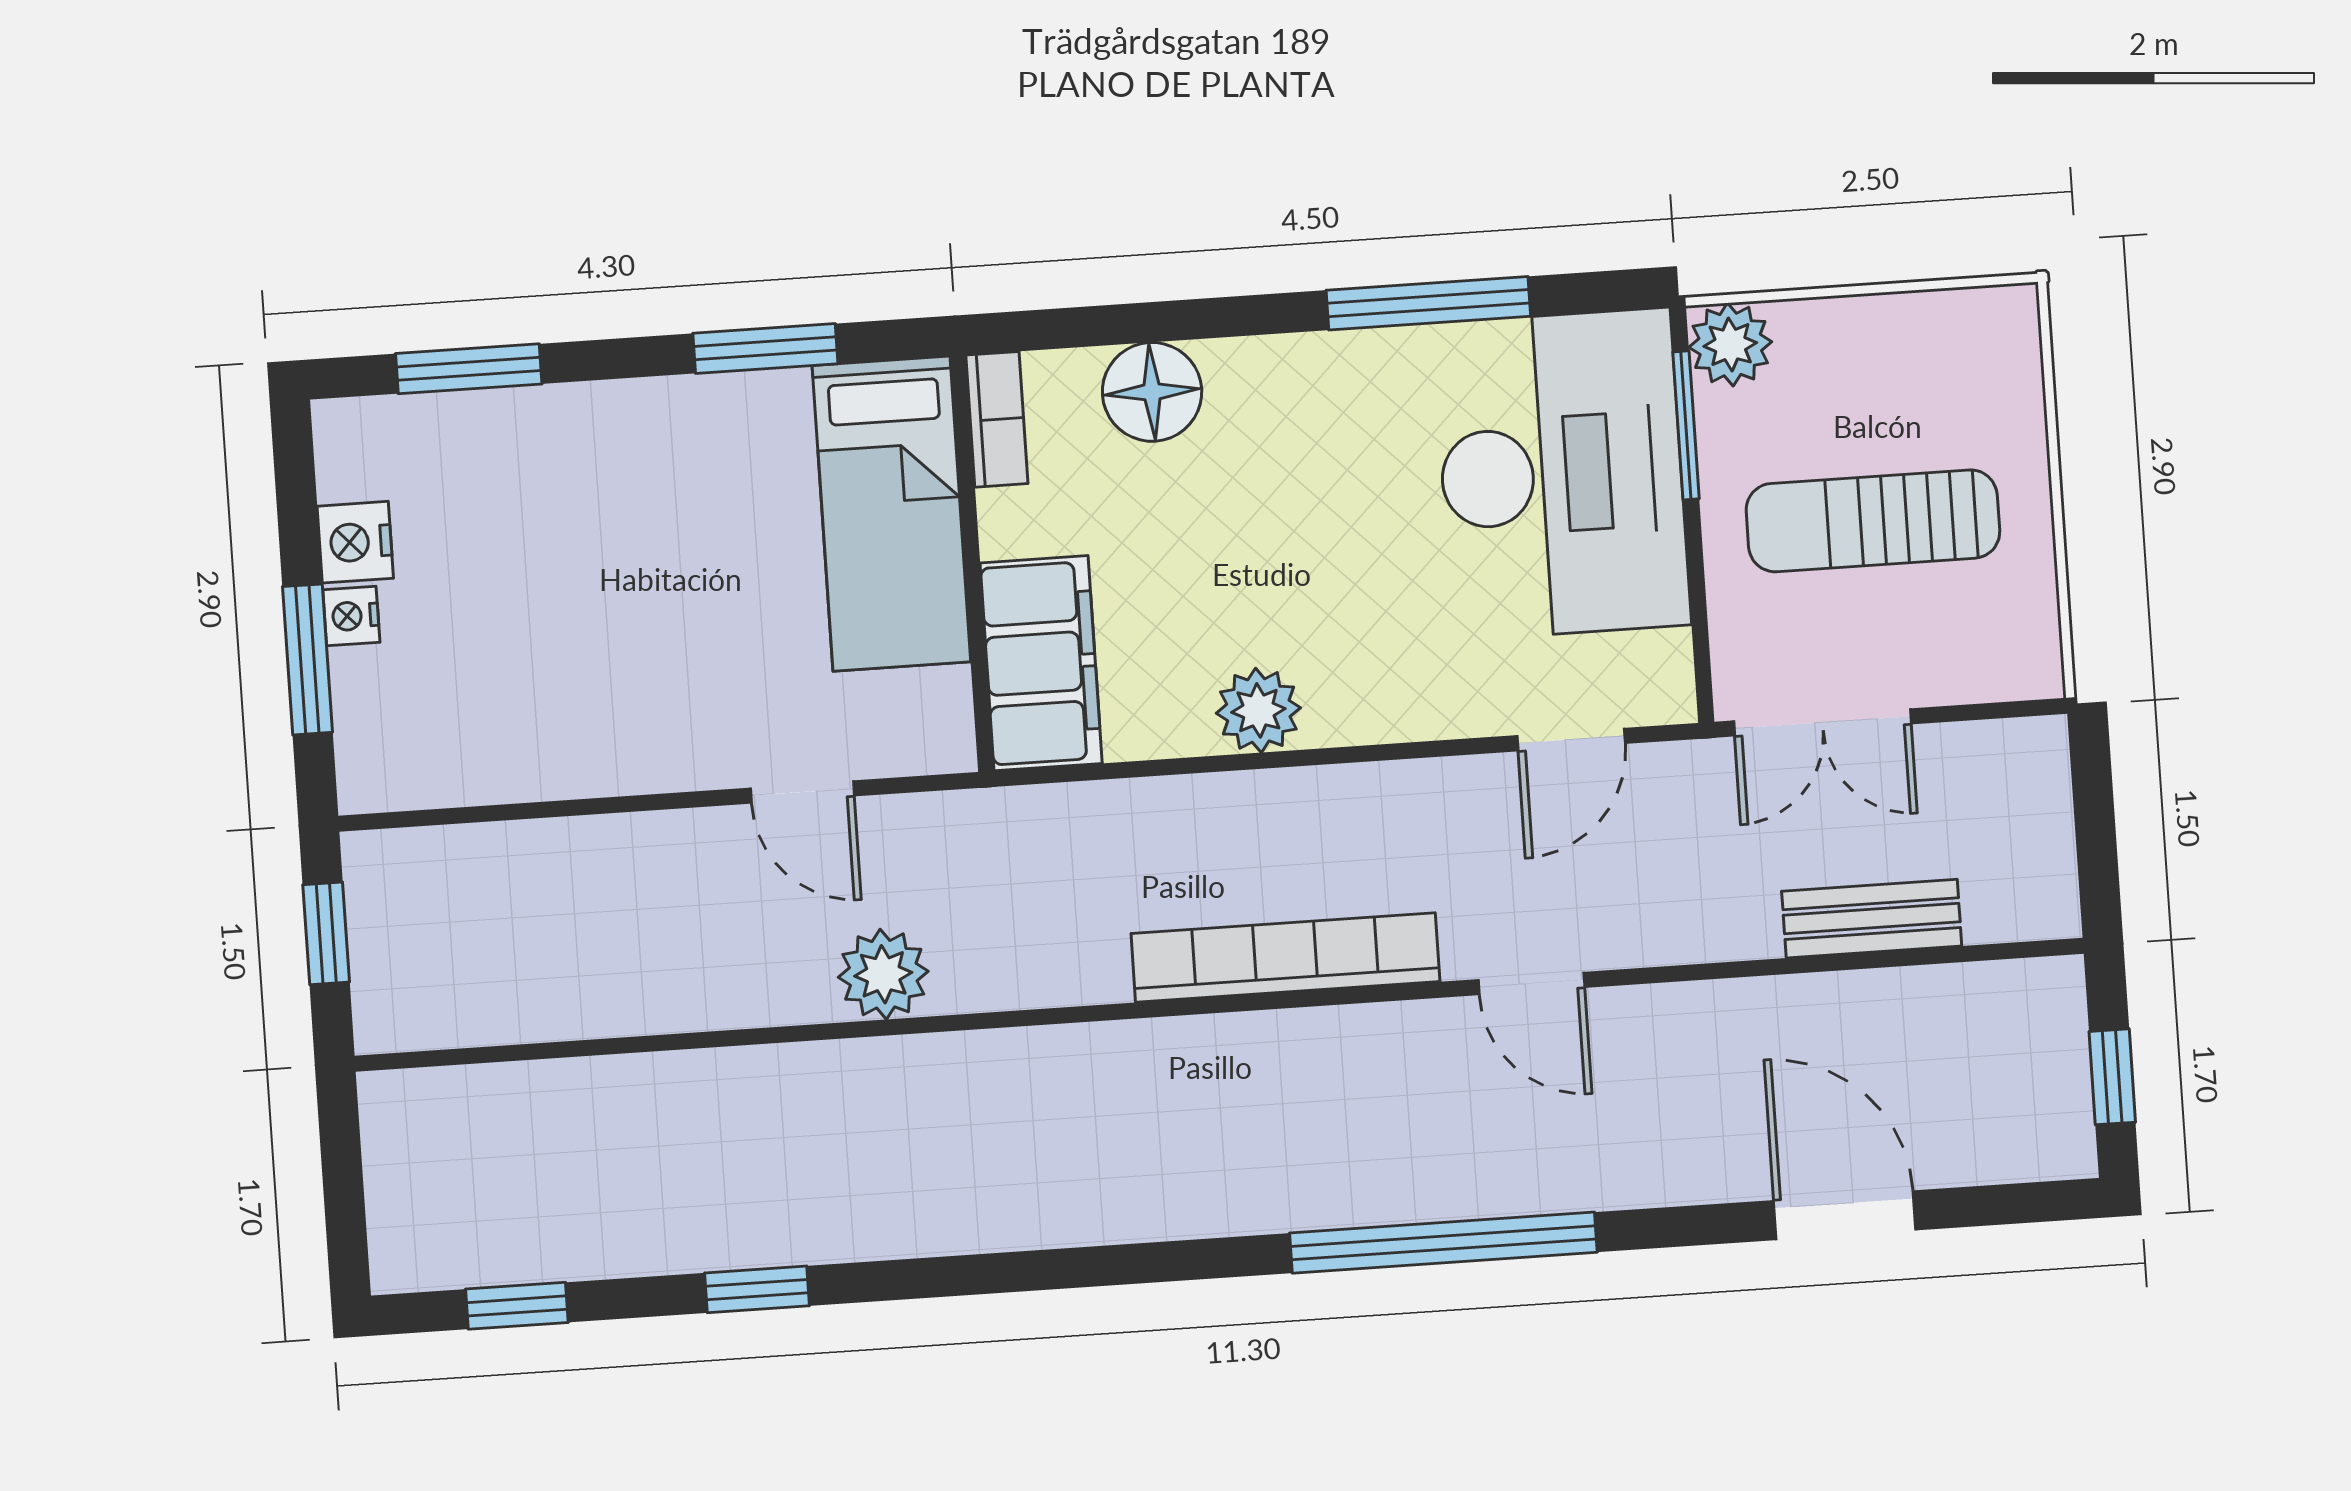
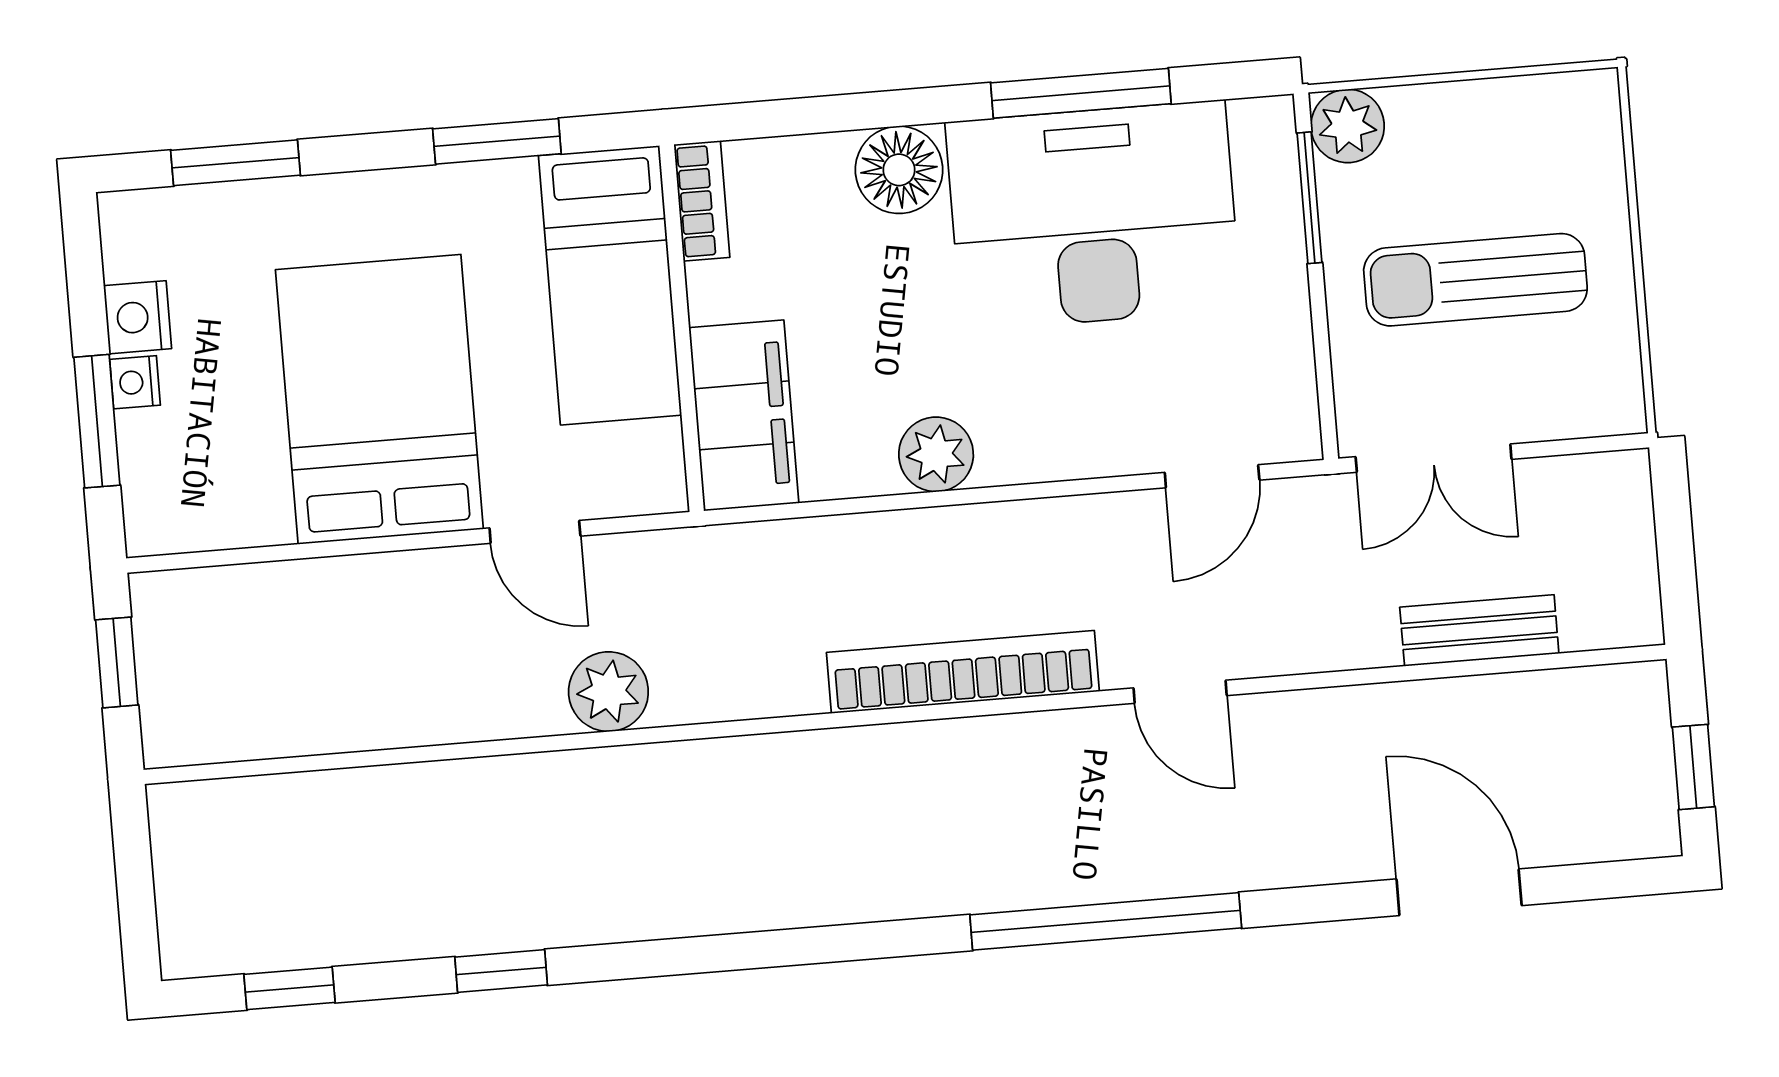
floor lamp: (1152, 392) -> (899, 170), moved
desk: (1562, 474) -> (1093, 216), moved, turned -90
bed: (628, 639) -> (379, 399), added

